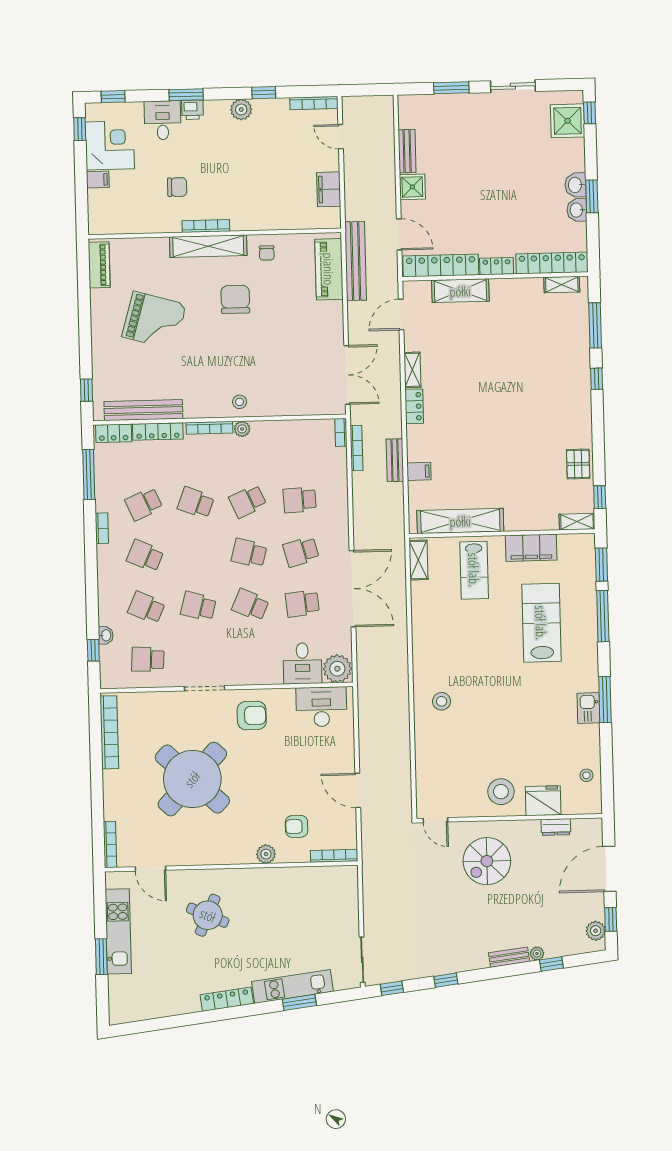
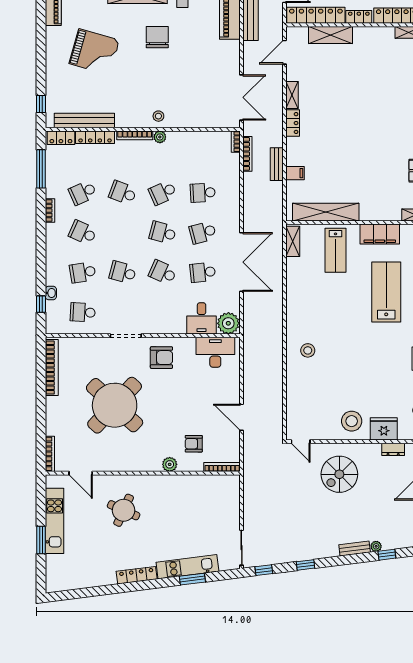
school desk: (146, 608) -> (83, 272), turned -33

